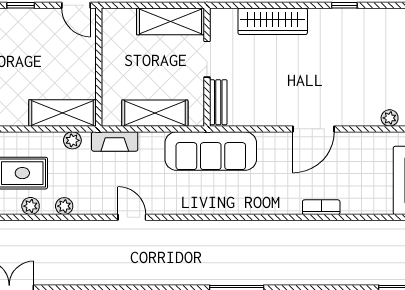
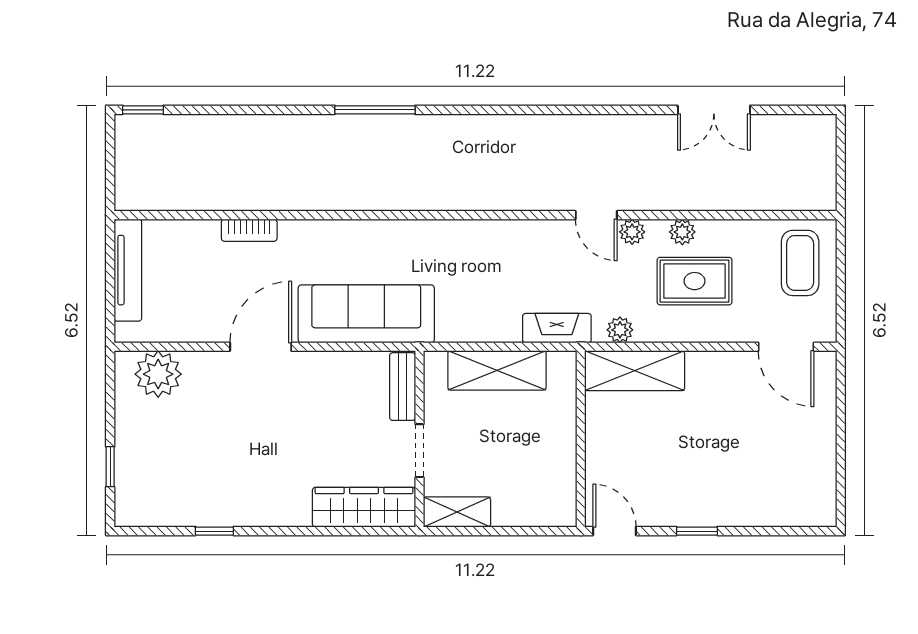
shelving: (170, 21) -> (457, 512), width x0.67, depth x0.75
wardrobe: (273, 21) -> (364, 507), moved
plant: (390, 118) -> (158, 374), width x1.88, depth x1.88
sofa: (211, 151) -> (366, 314), moved
door: (132, 217) -> (596, 215), moved

